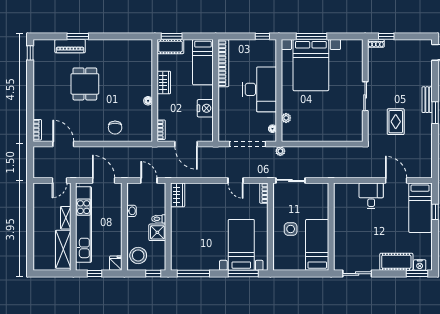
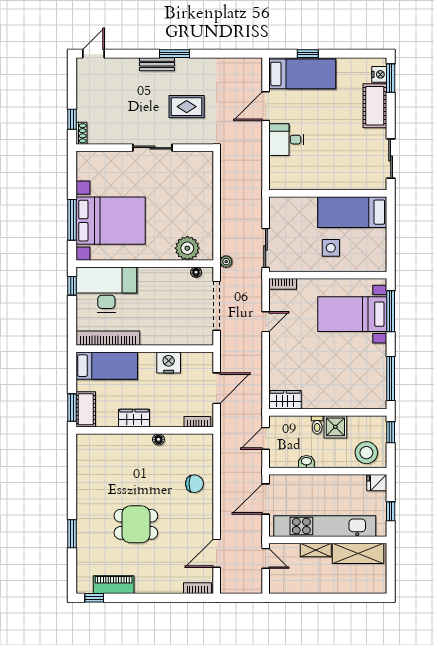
piano: (70, 46) -> (114, 585), moved, turned -90
desk: (260, 89) -> (106, 290), moved
plant: (286, 118) -> (187, 248), width x1.87, depth x1.87

